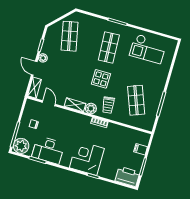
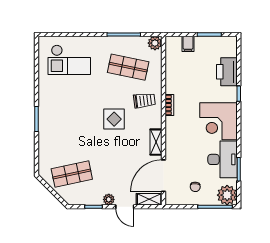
shop shelf: (109, 47) -> (72, 121), removed
checkout: (148, 49) -> (69, 60), moved, turned 90
door: (34, 68) -> (125, 207), hinge flipped
shop shelf: (136, 100) -> (128, 67), turned 33
door: (49, 103) -> (164, 176), width x1.87
plant: (91, 109) -> (155, 43), moved
corner desk: (87, 158) -> (219, 121), moved
printer: (127, 176) -> (227, 72), moved

